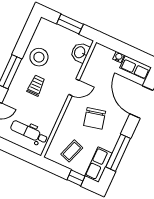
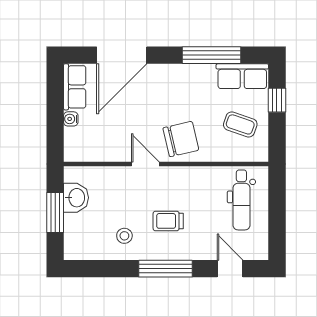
washbasin: (80, 52) -> (76, 198), moved, turned -90
stool: (39, 57) -> (124, 236), width x0.53, depth x0.53
chair: (95, 118) -> (181, 139), moved

